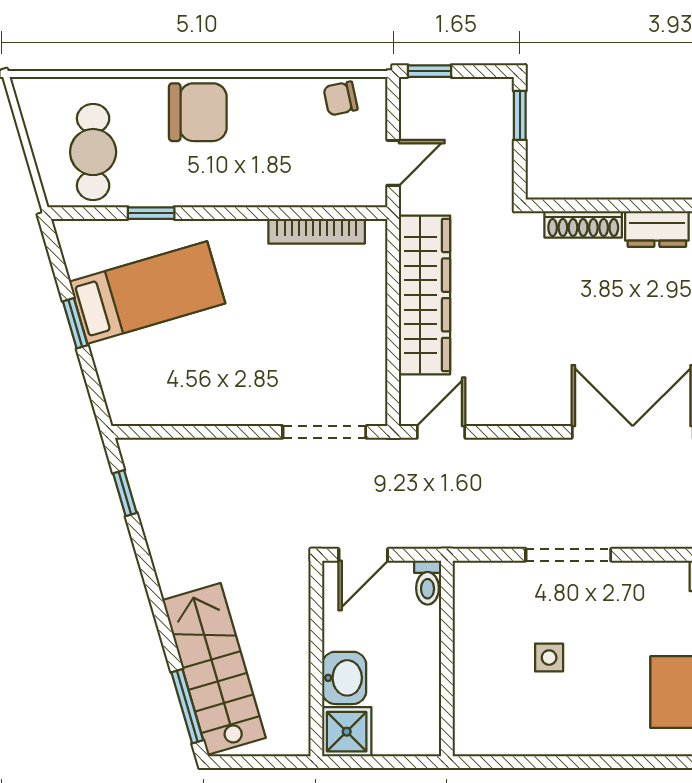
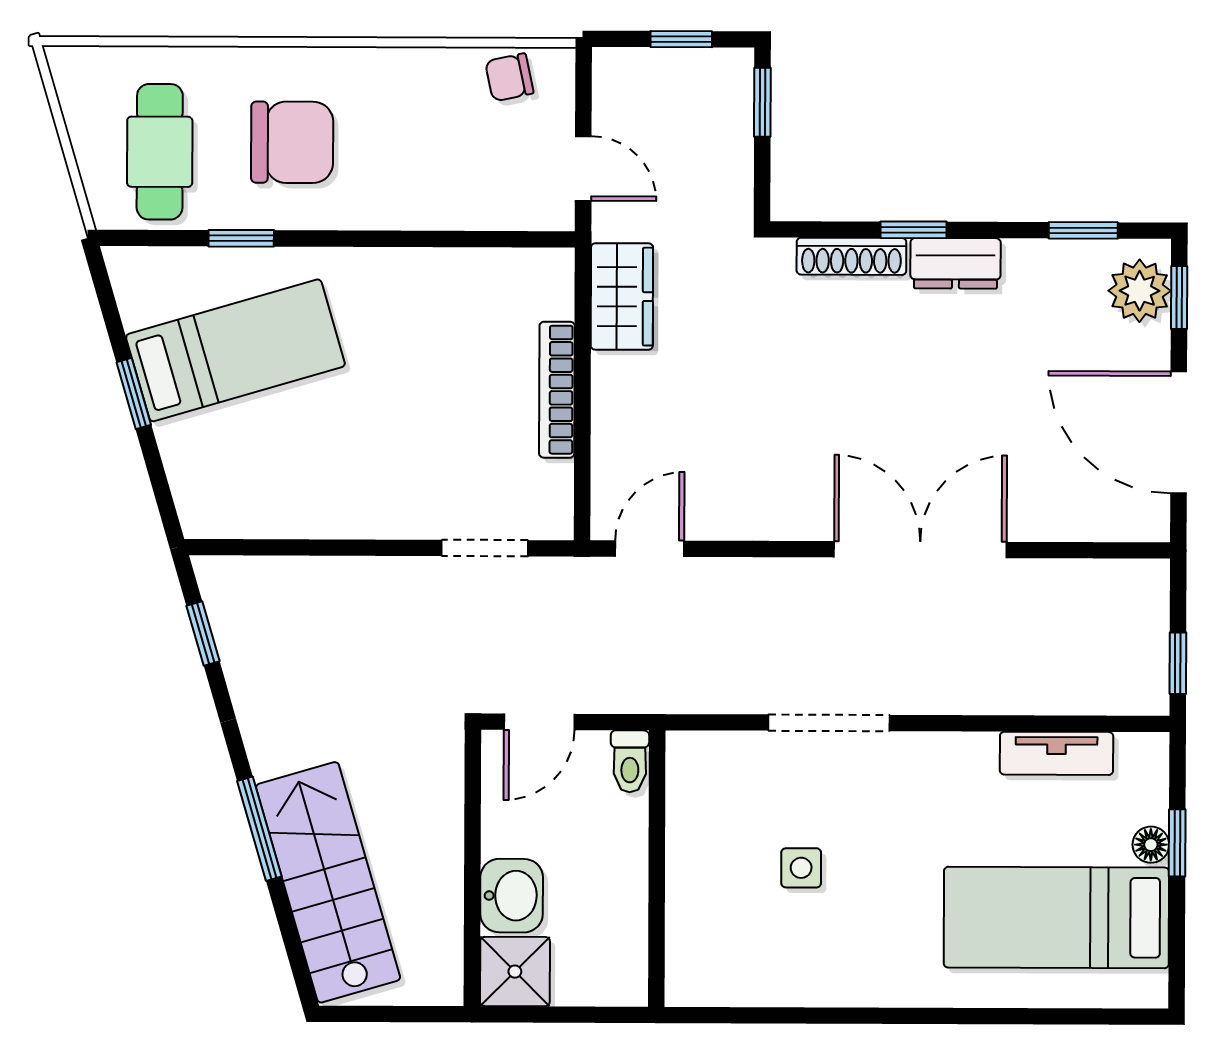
window: (429, 71) -> (681, 39), moved
chair: (198, 112) -> (292, 142), moved
door: (393, 163) -> (583, 168), hinge flipped
window: (627, 205) -> (913, 230), added
bookcase: (317, 231) -> (557, 390), moved, turned 90
wardrobe: (425, 295) -> (622, 297), width x0.48, depth x0.85
doorway: (324, 432) -> (485, 548), width x0.73
window: (187, 706) -> (259, 829), moved

